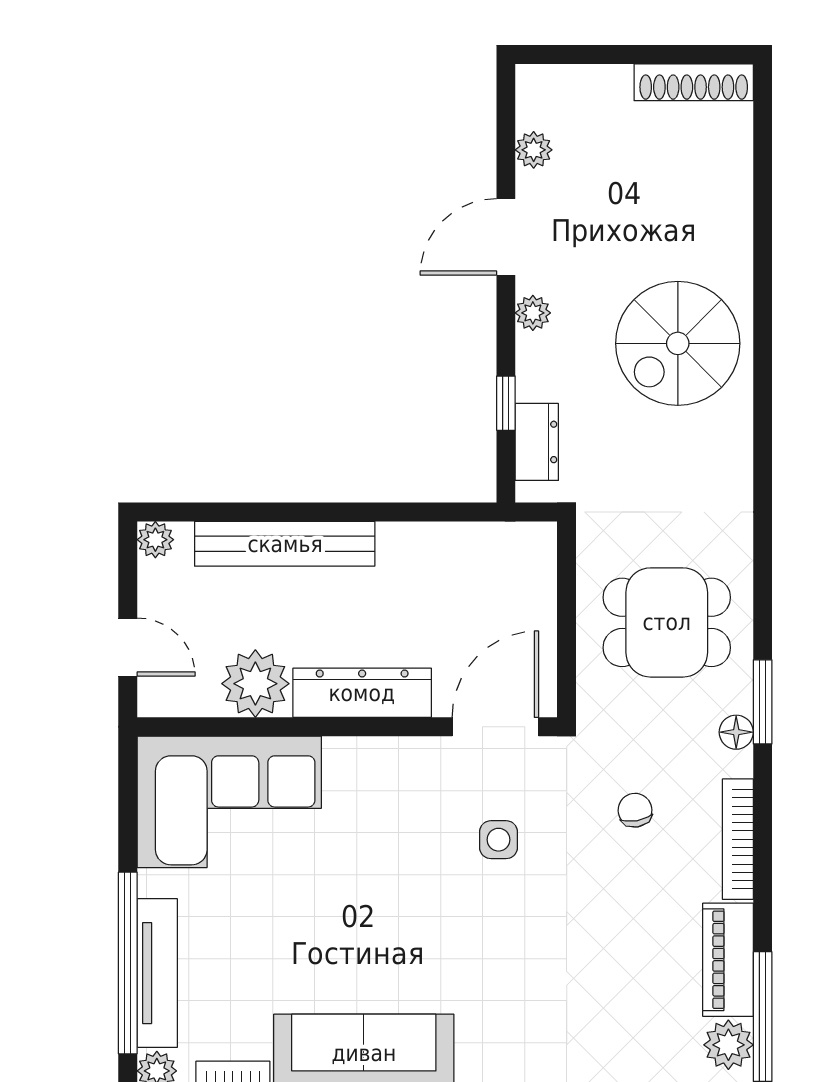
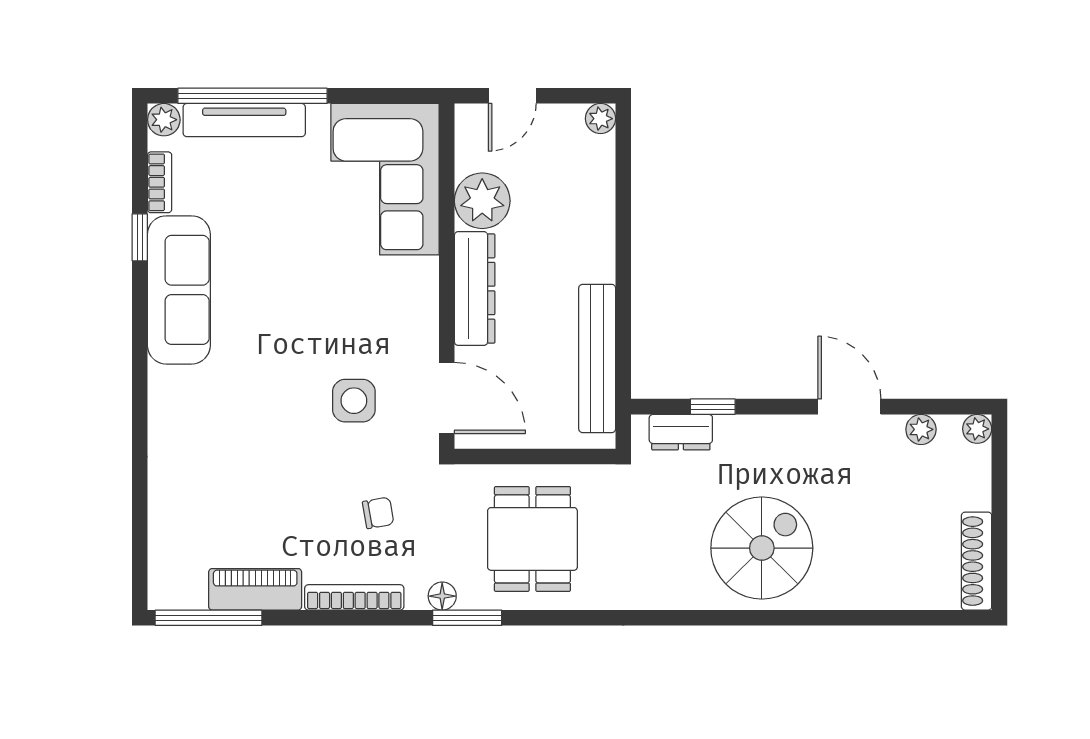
plant: (533, 313) -> (977, 429), moved
spiral stairs: (678, 343) -> (762, 548), turned 90
bench: (285, 544) -> (597, 358), moved
side table: (499, 840) -> (354, 401), width x1.37, depth x1.37
plant: (728, 1045) -> (185, 590), removed

